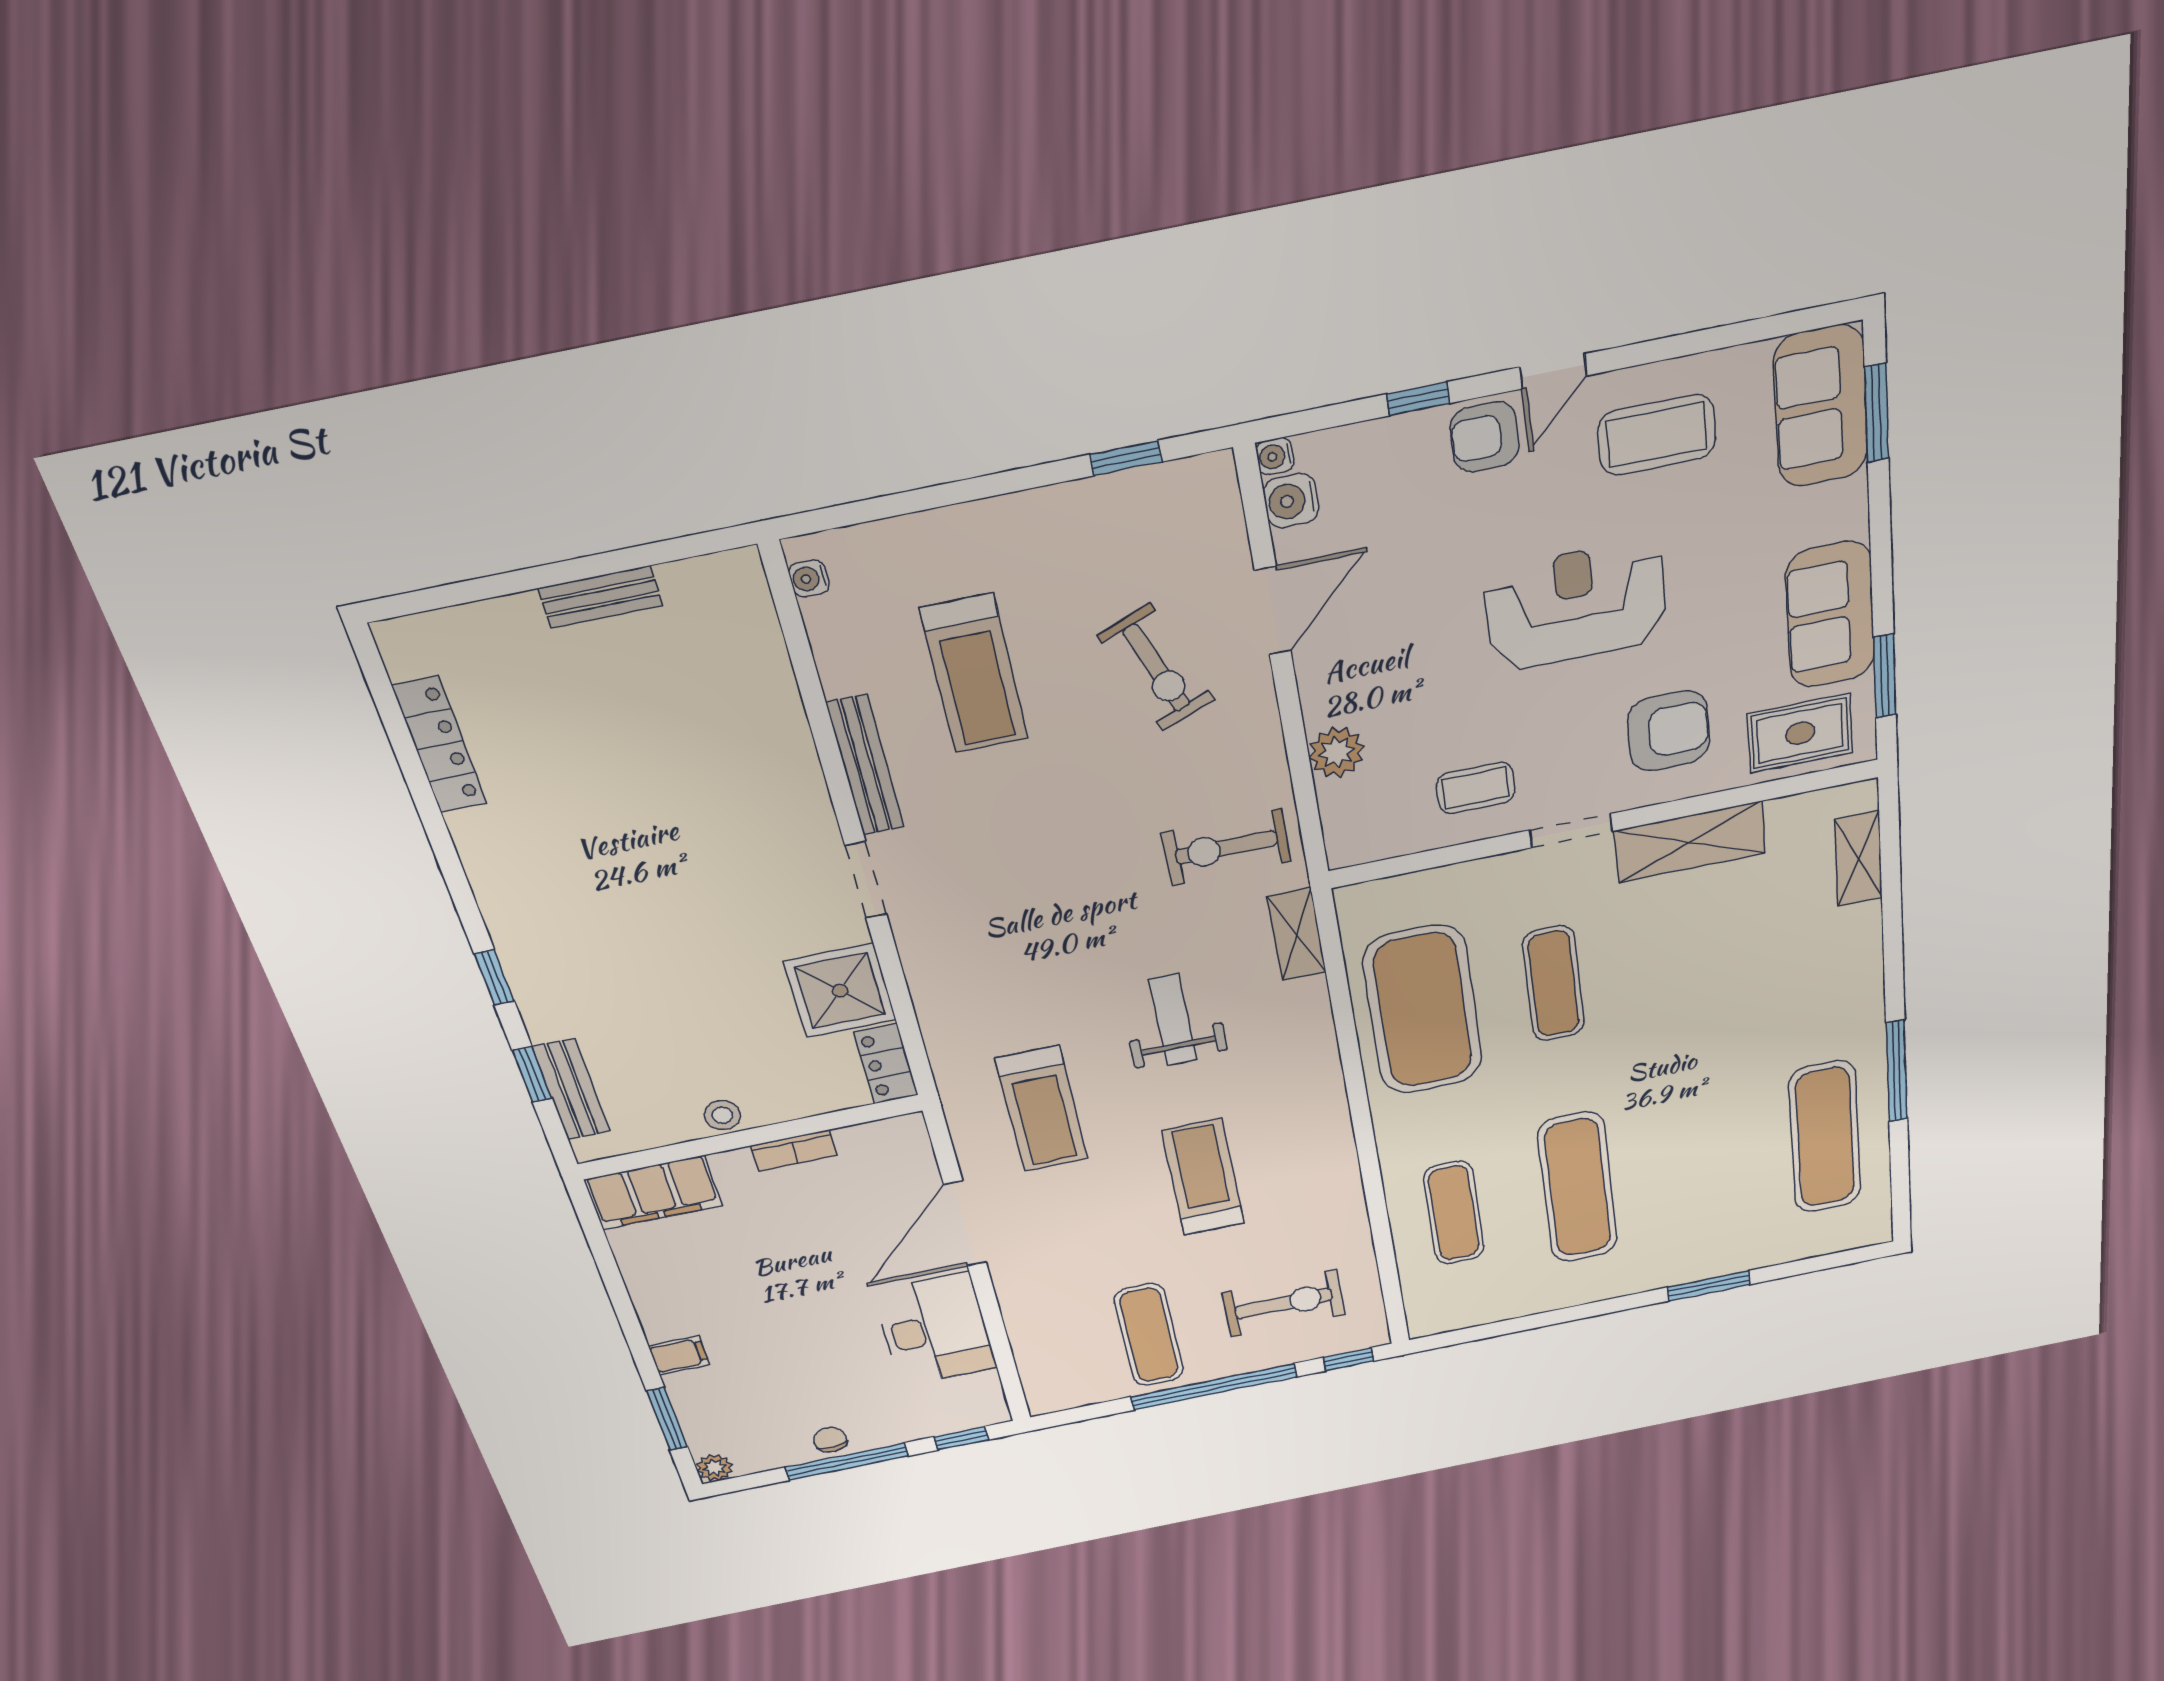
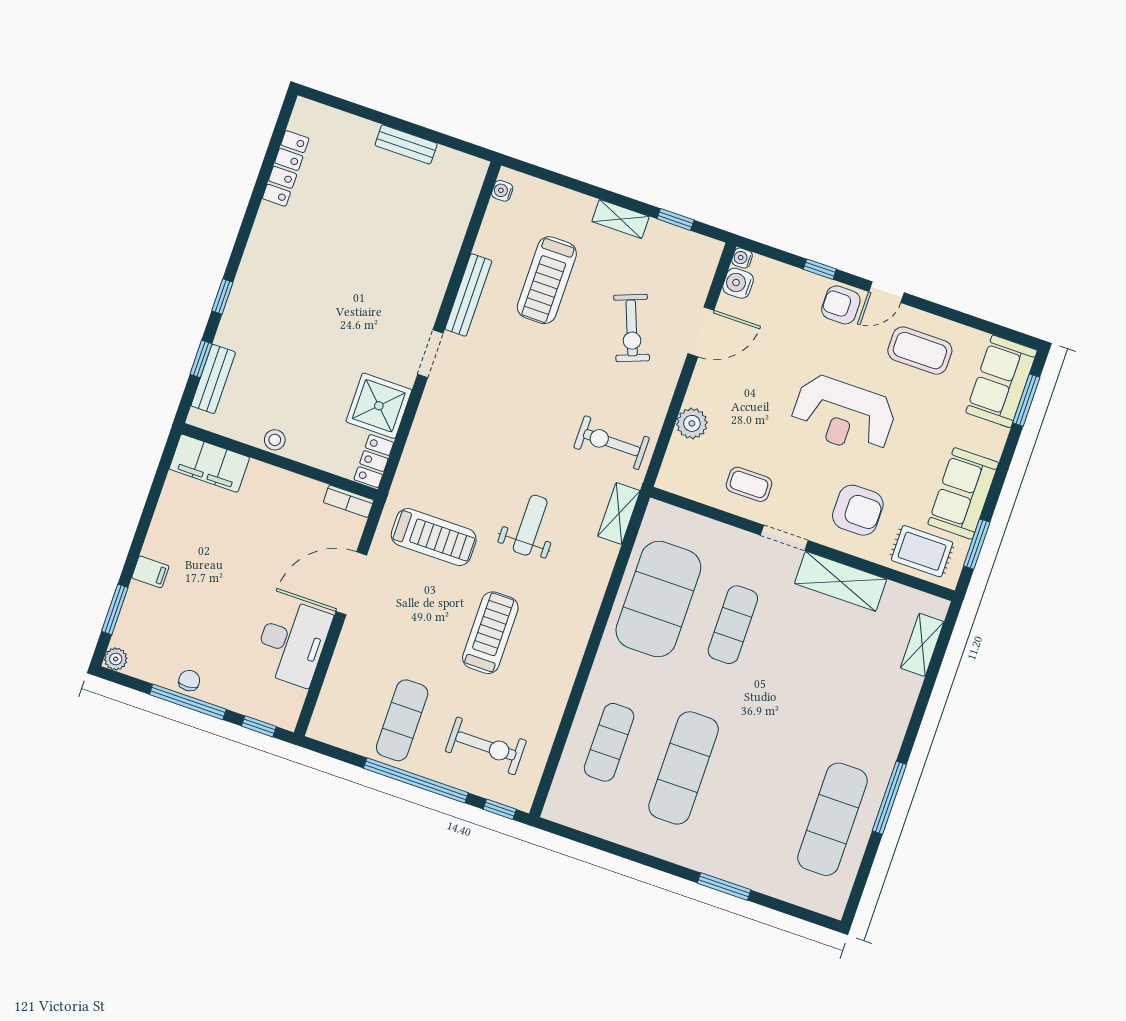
shelving: (1033, 511) -> (621, 219), added
reception desk: (1576, 606) -> (843, 415), turned 180
treadmill: (1042, 1109) -> (434, 537), turned -90
bookcase: (794, 1150) -> (349, 501), moved

